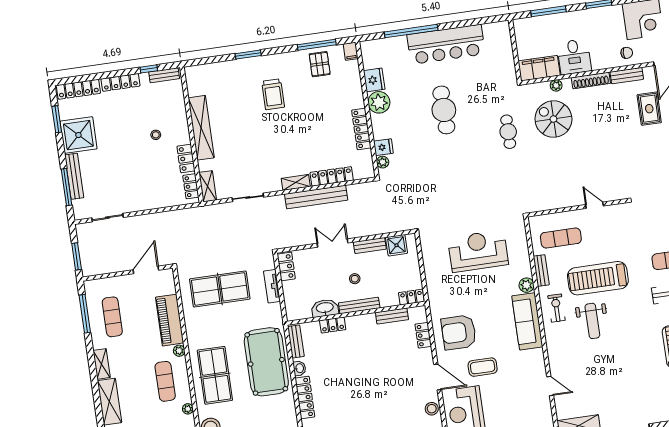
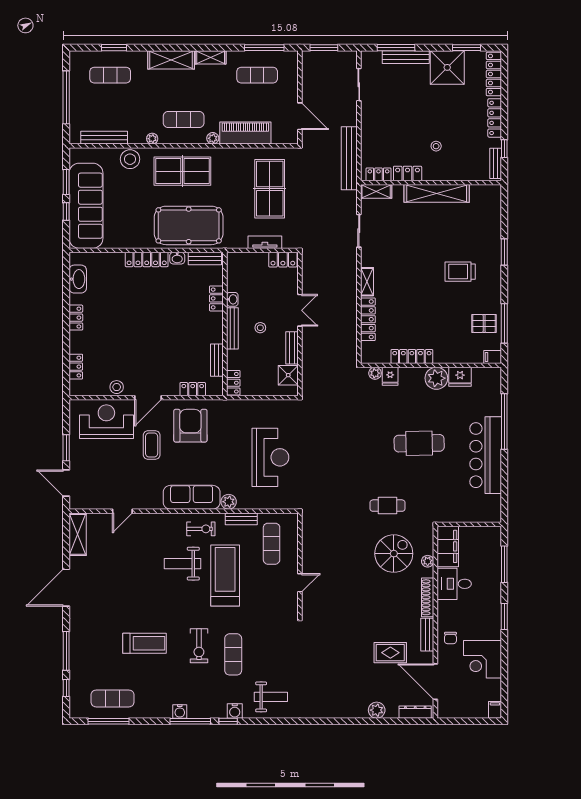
bench: (316, 197) -> (349, 158), moved
washbasin: (325, 308) -> (232, 299), width x0.52, depth x0.69

